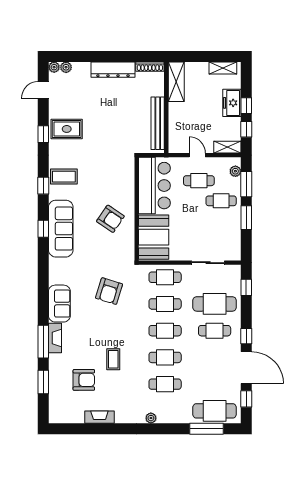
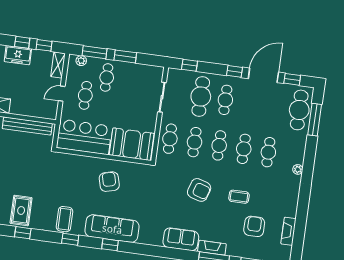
armchair: (110, 219) -> (109, 182), turned -49
armchair: (109, 291) -> (199, 190), moved
fireplace: (99, 417) -> (288, 231), moved

